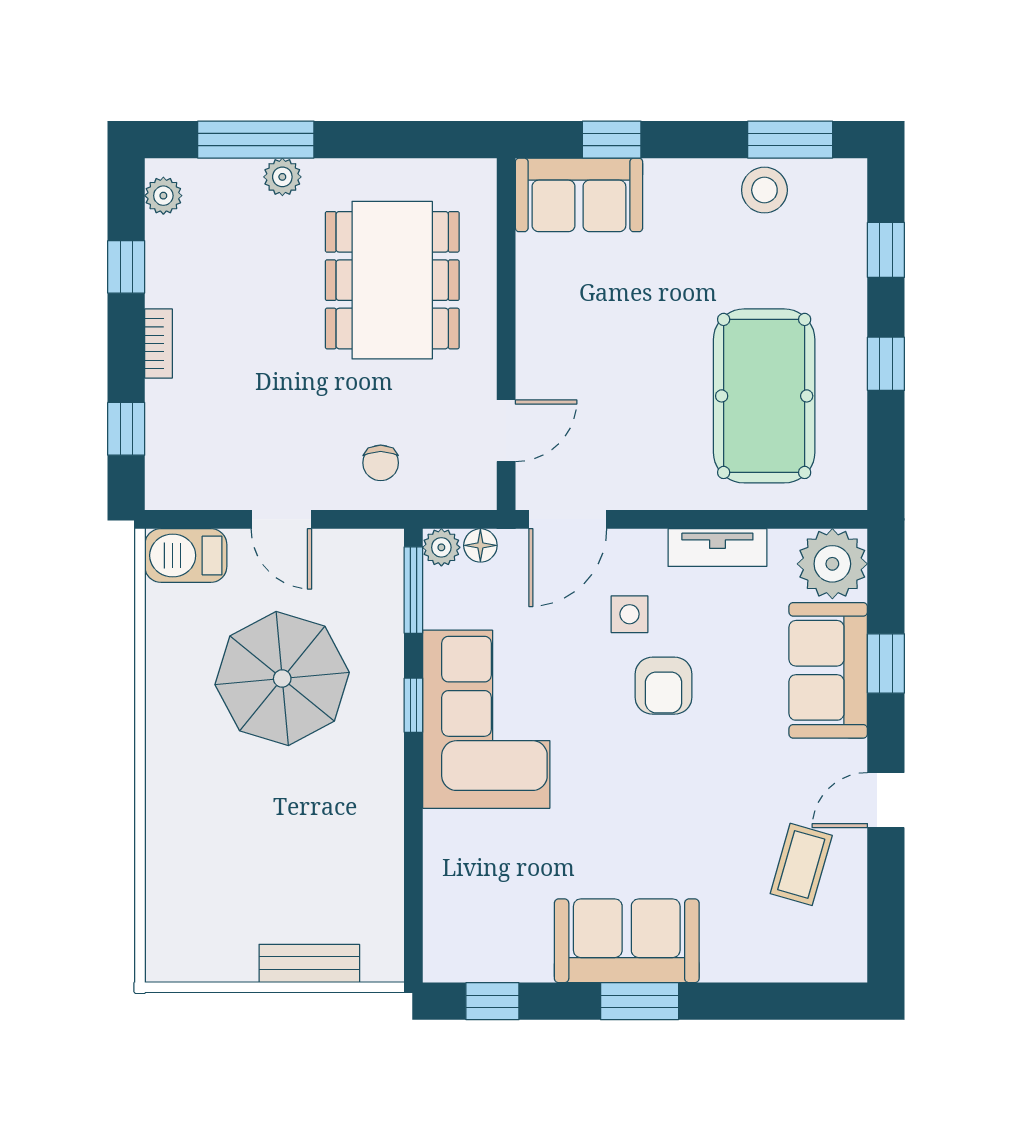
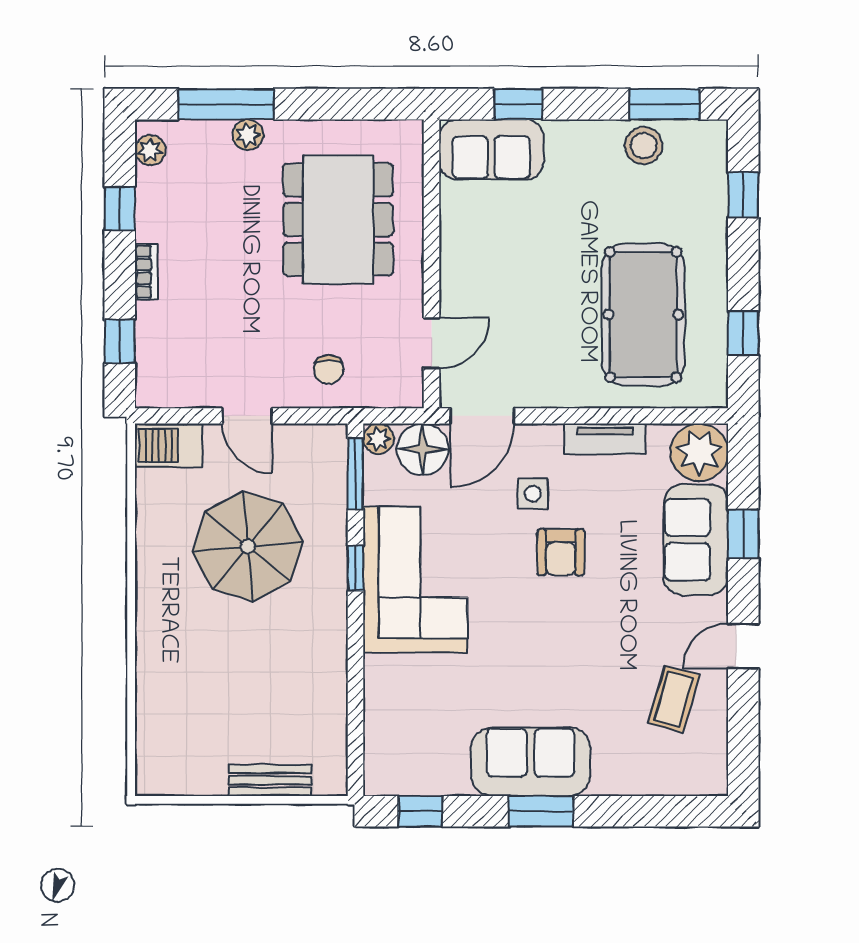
window: (886, 364) -> (743, 333), moved
floor lamp: (480, 545) -> (423, 449), width x1.89, depth x1.89

